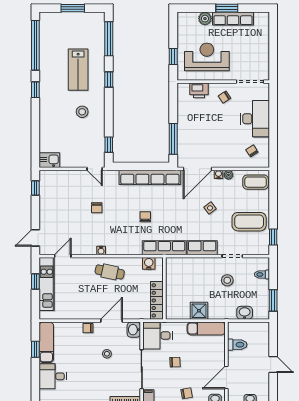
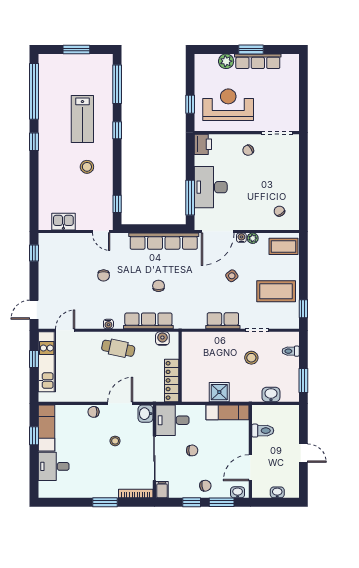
printer: (199, 90) -> (203, 144), moved, turned -90
desk: (255, 119) -> (211, 187), moved, turned 180
kitchen sink: (49, 160) -> (63, 222), moved
row of seats: (164, 248) -> (148, 321), moved

